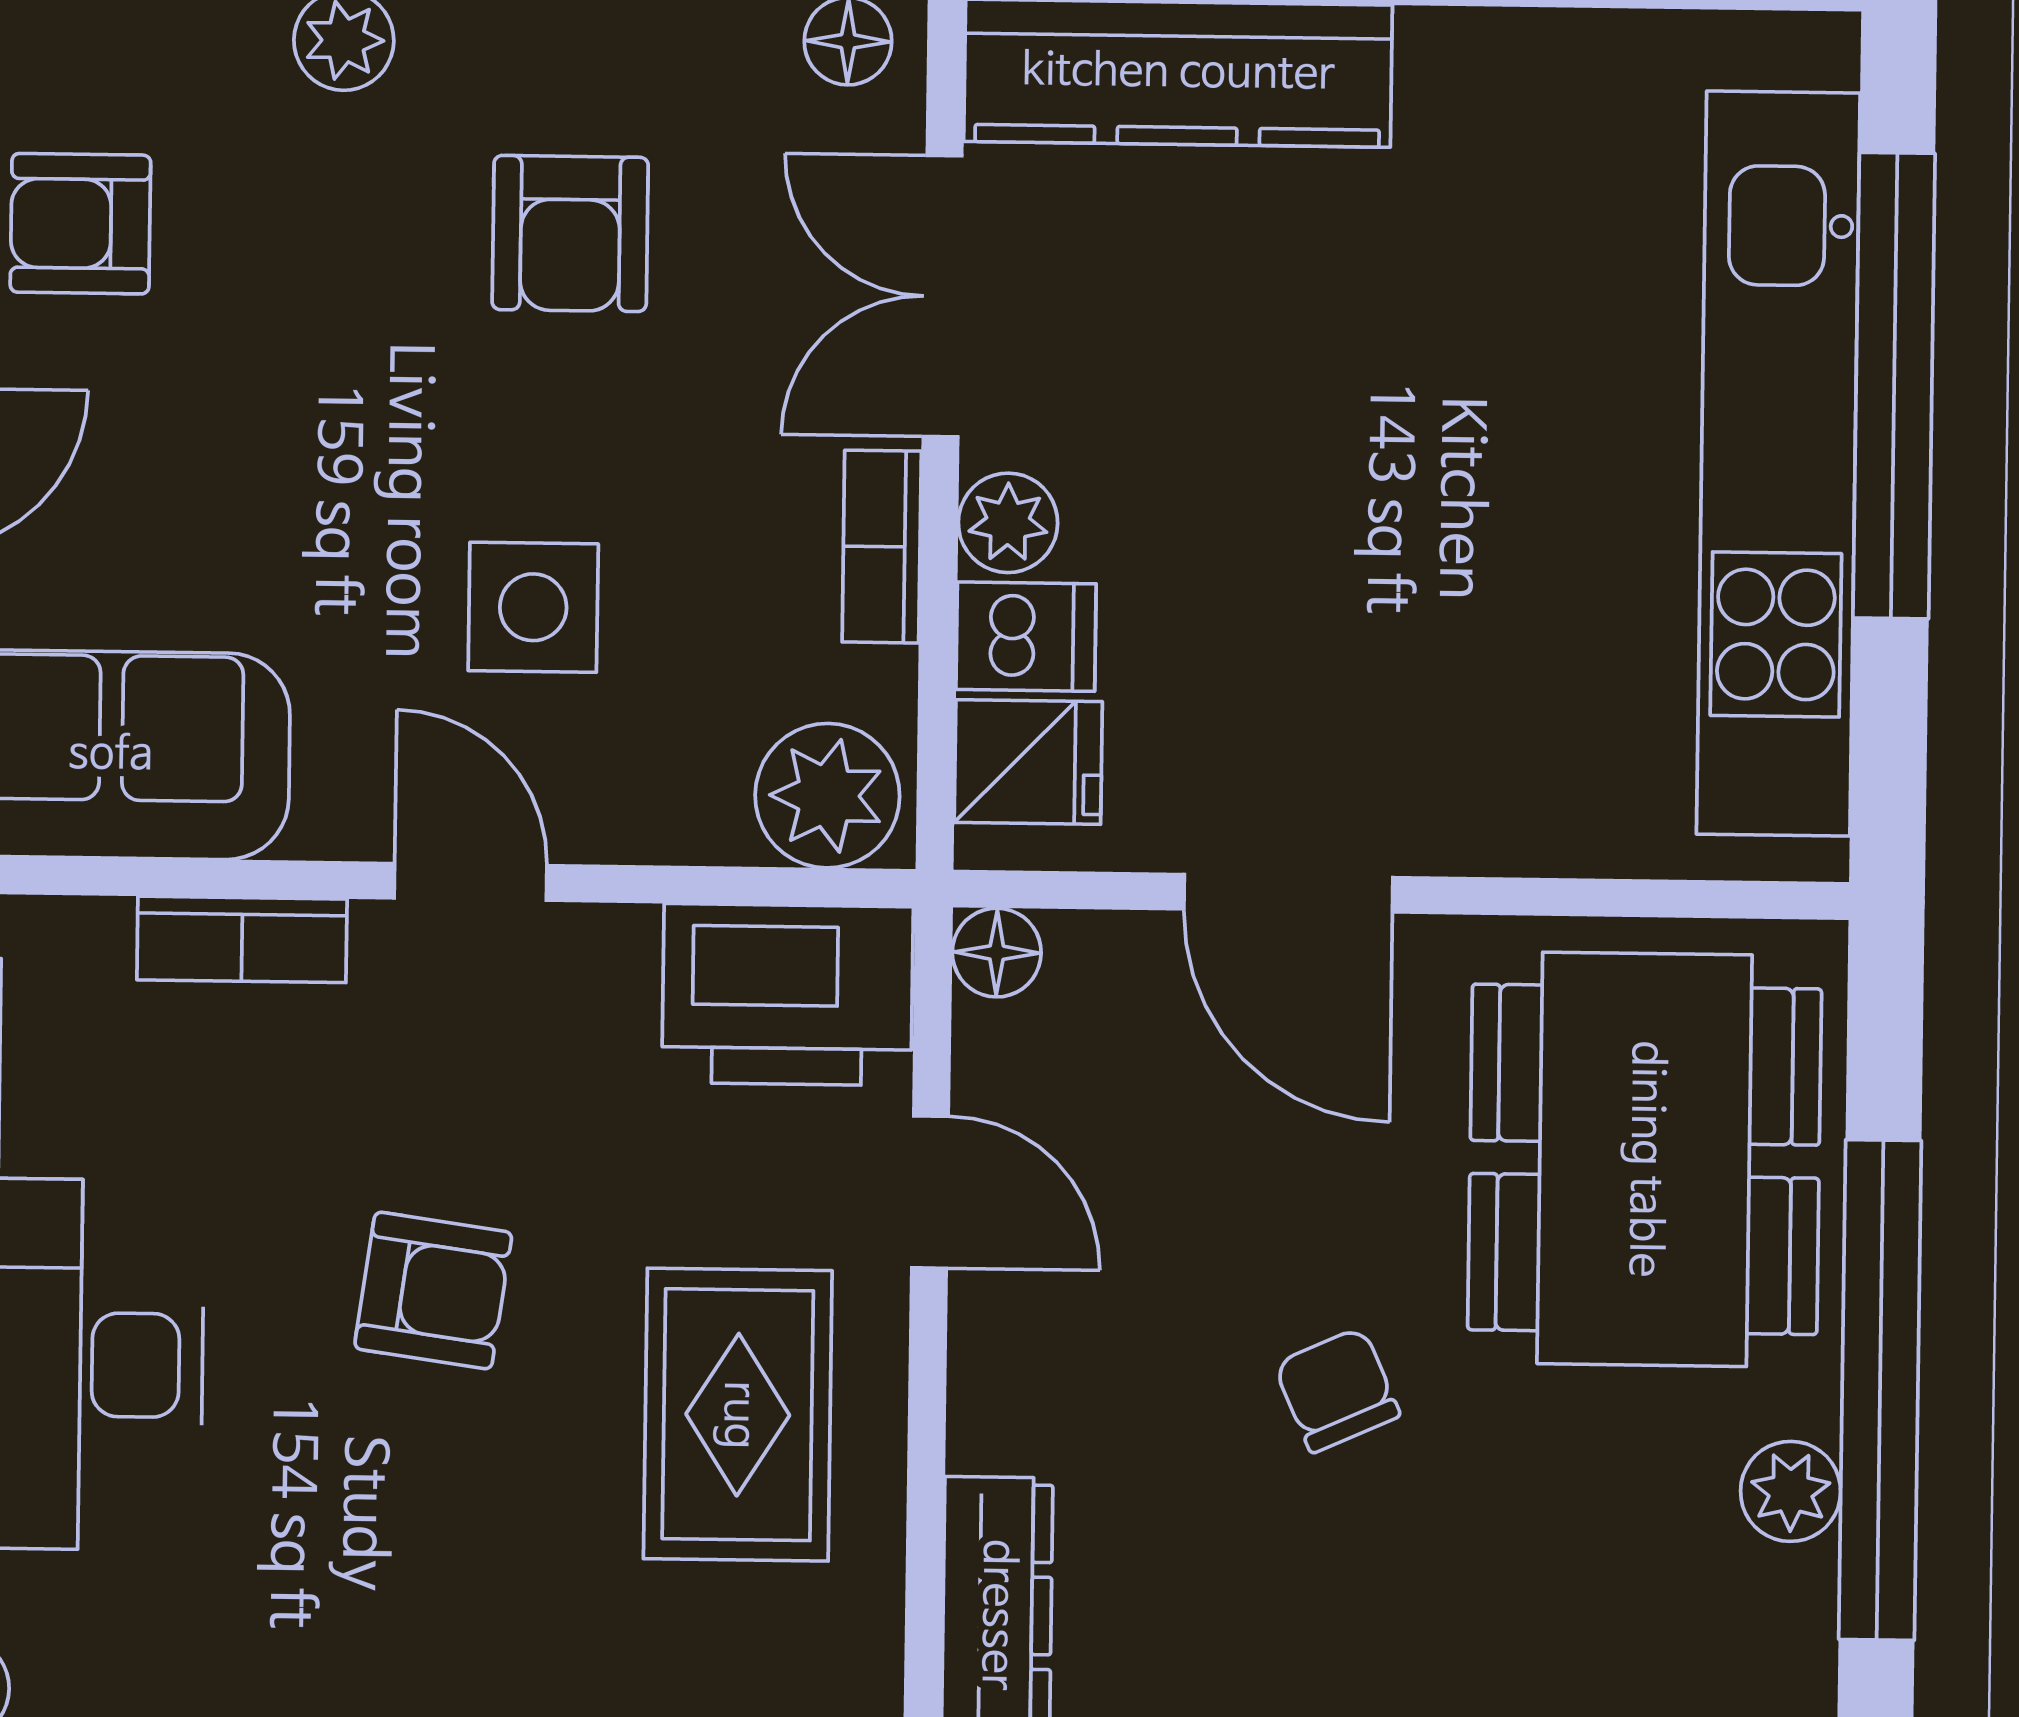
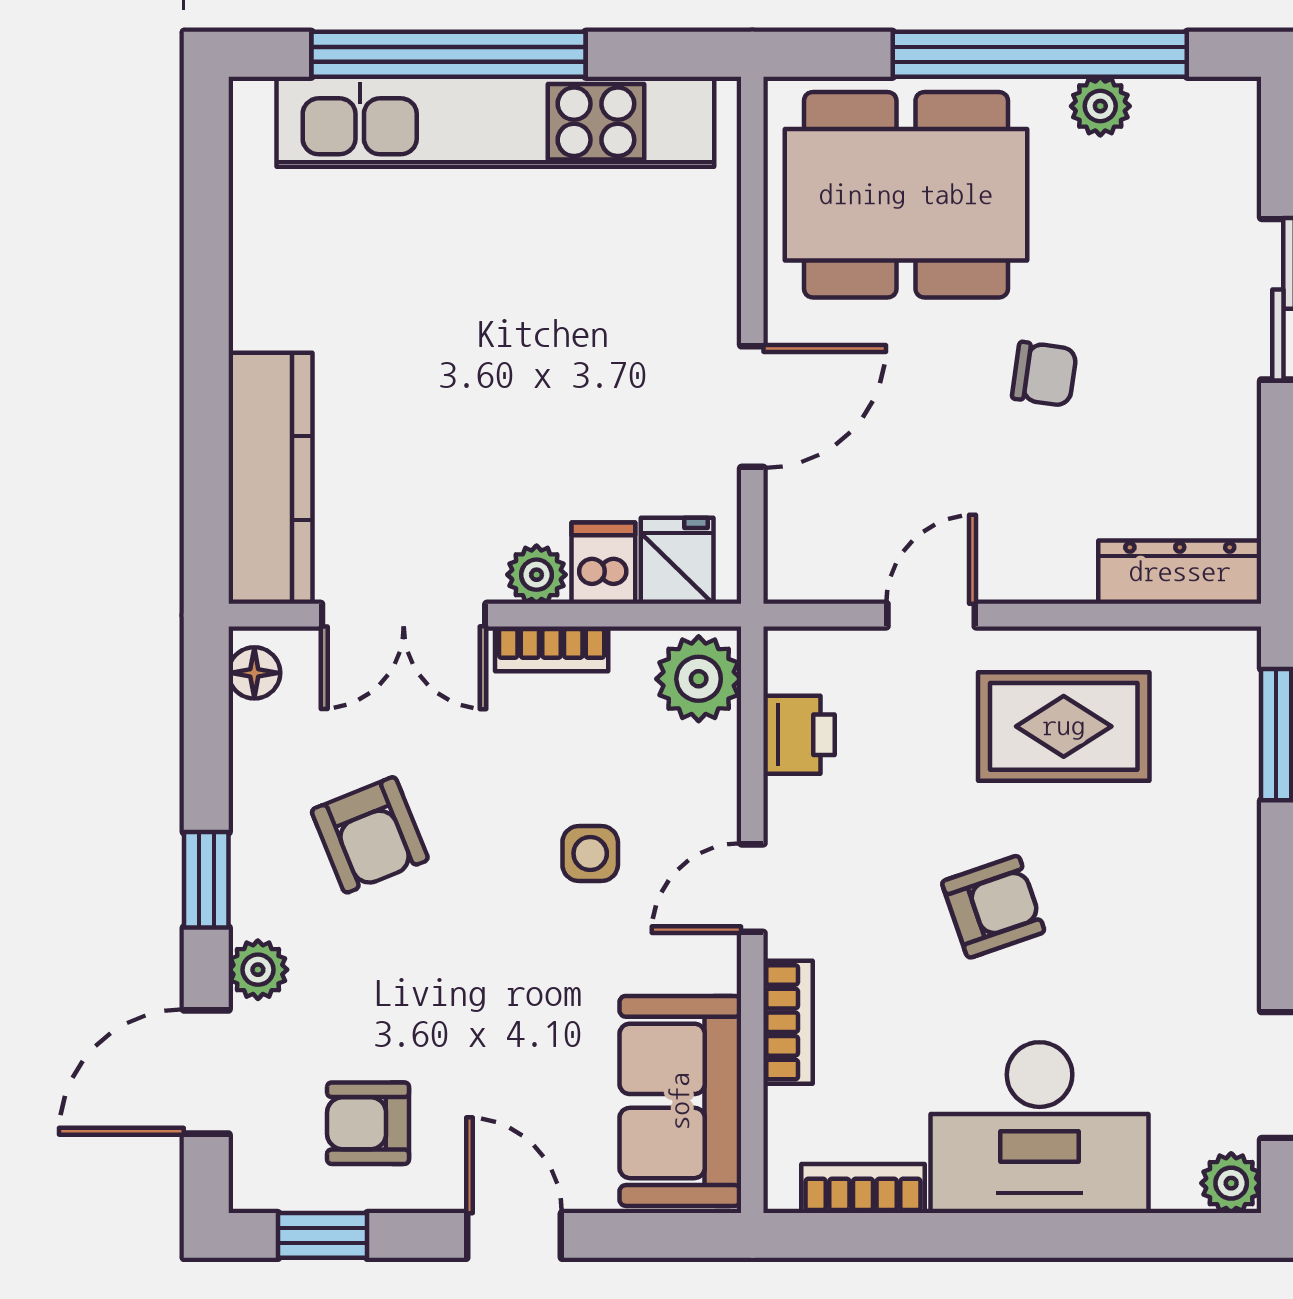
armchair: (80, 224) -> (368, 1123), turned 90
armchair: (570, 233) -> (370, 835), turned 68
side table: (533, 607) -> (590, 854), width x0.73, depth x0.73
floor lamp: (997, 953) -> (790, 578), removed
printer: (787, 995) -> (799, 735), width x0.53, depth x0.68
armchair: (433, 1291) -> (993, 907), turned 63
chair: (1337, 1390) -> (1044, 374), turned -148

